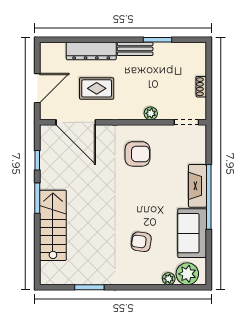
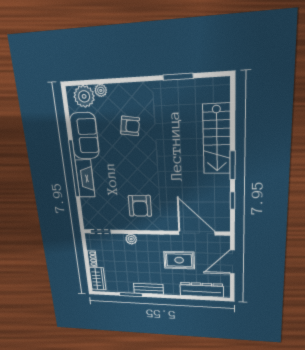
dresser: (91, 51) -> (202, 290), moved
wardrobe: (197, 60) -> (98, 279), added
armchair: (137, 154) -> (140, 206), turned -90

